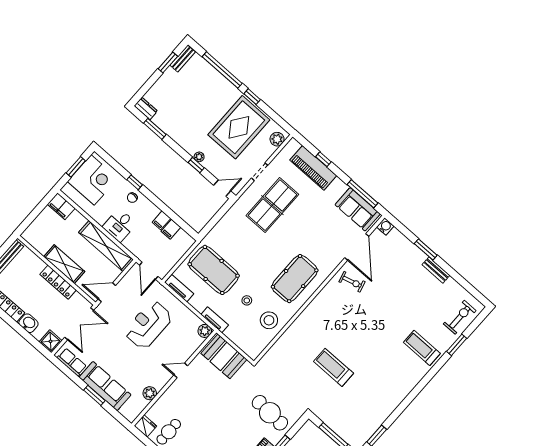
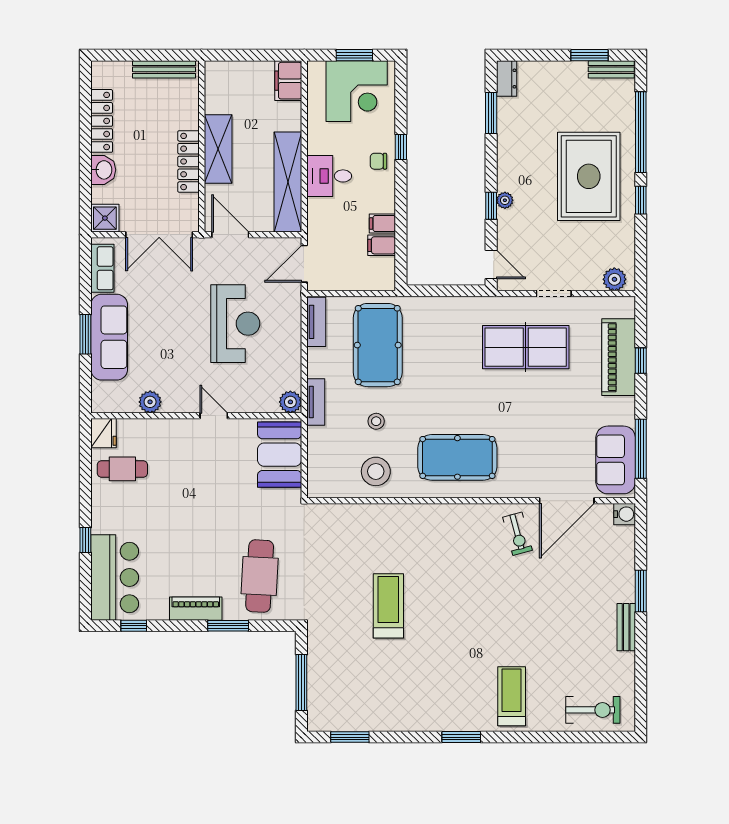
rug: (239, 127) -> (589, 176), moved, turned 90
reception desk: (148, 325) -> (235, 324), turned 90
window: (457, 345) -> (461, 737), moved

